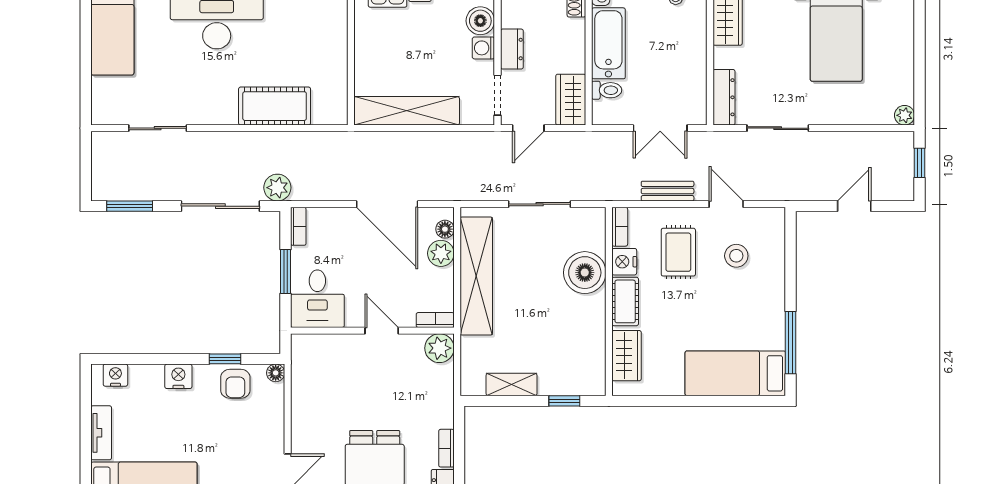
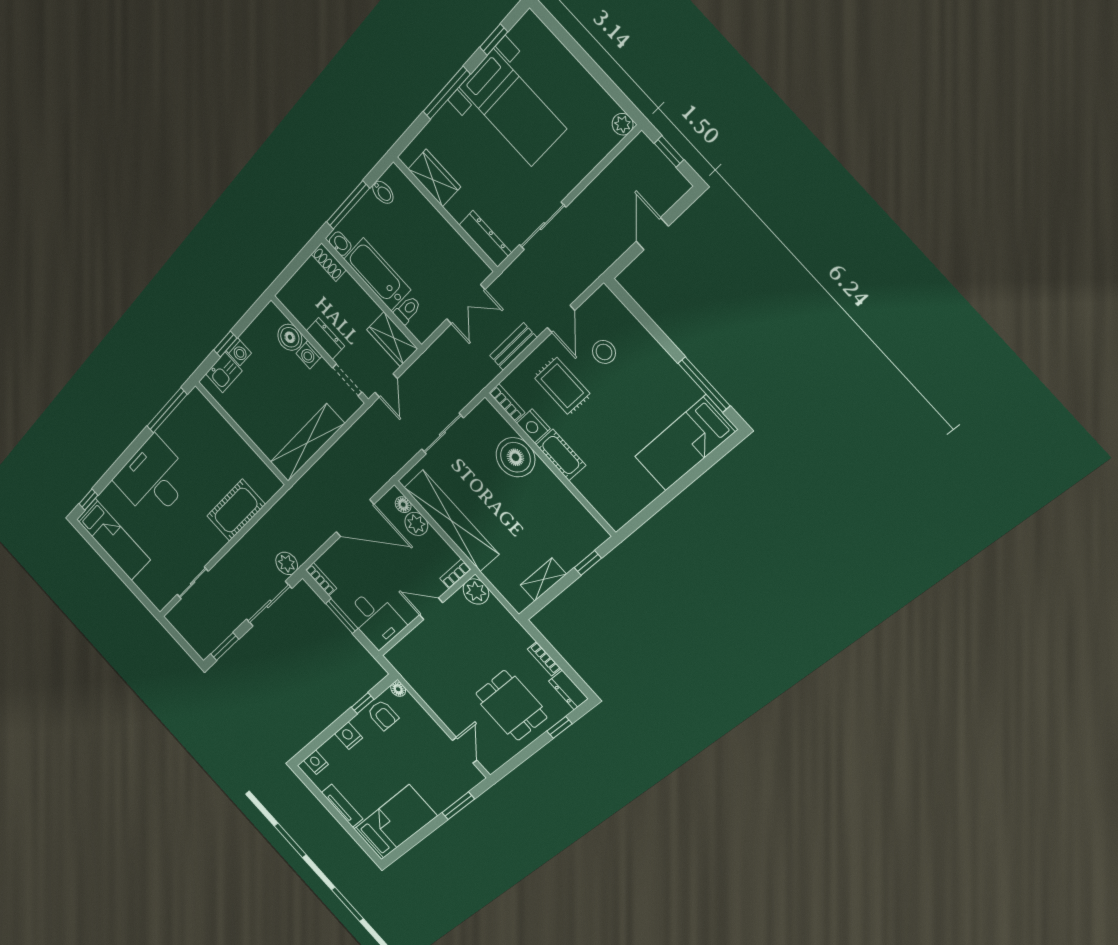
door: (726, 204) -> (561, 319), swing flipped
wardrobe: (627, 356) -> (598, 495), removed

